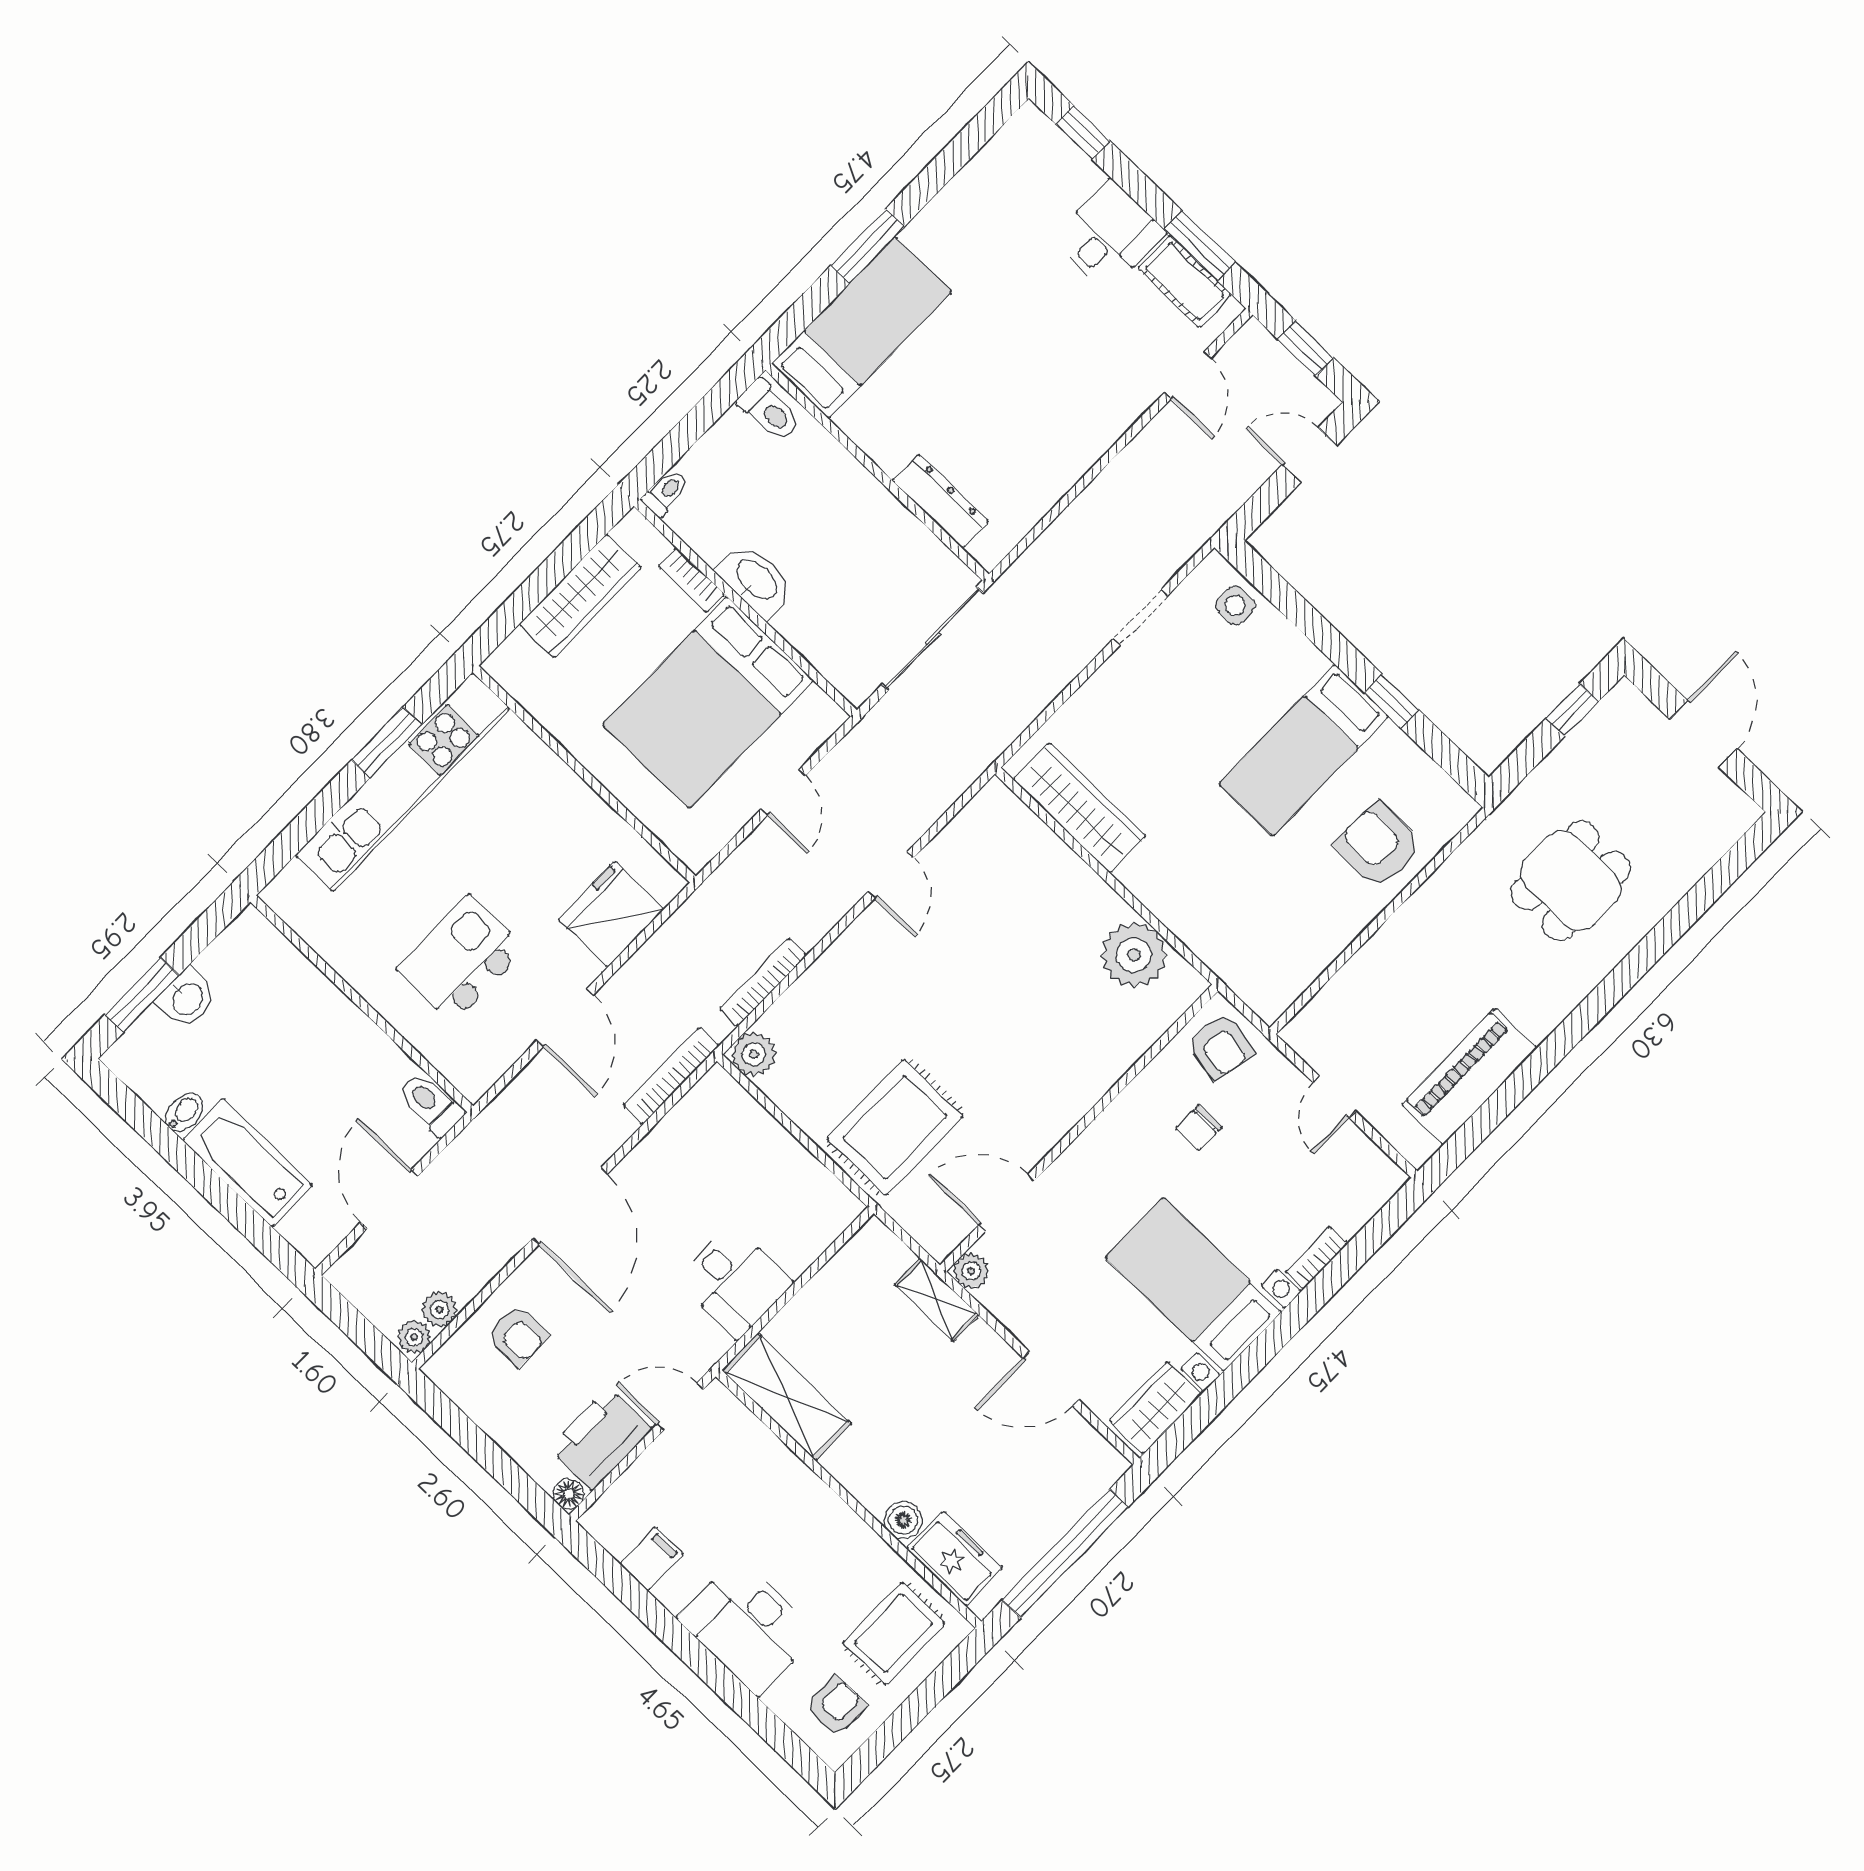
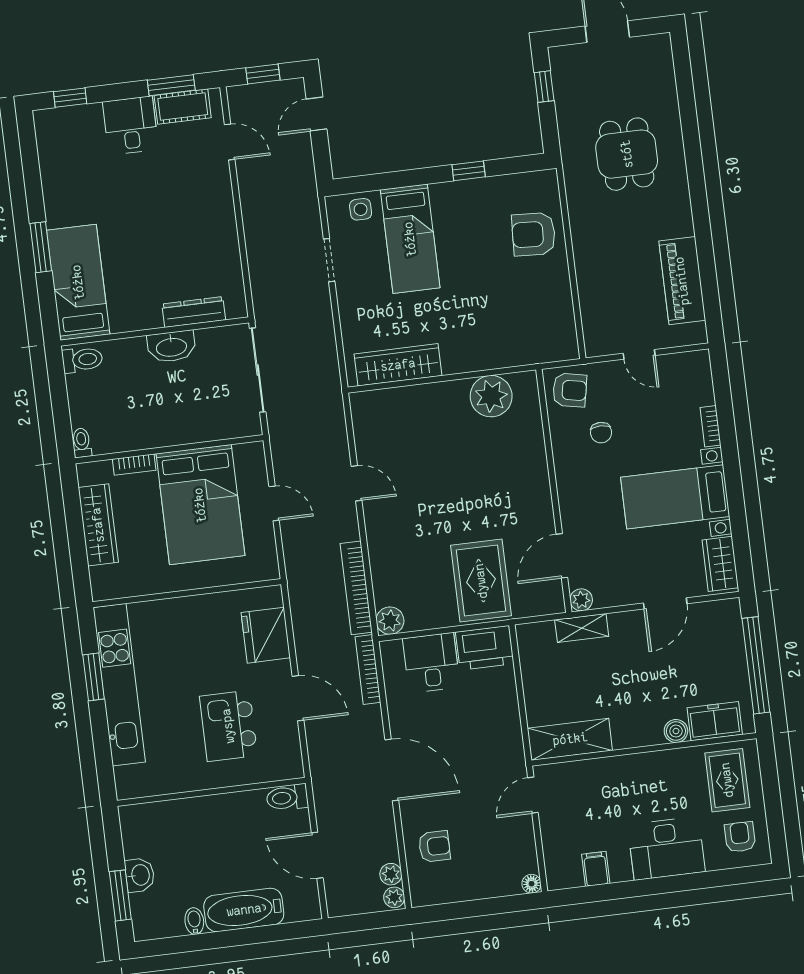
washbasin: (756, 580) -> (171, 347), moved, turned 180
bed: (1304, 750) -> (410, 239), moved
bookcase: (763, 982) -> (356, 588), width x1.48, depth x1.31
desk: (734, 1281) -> (431, 663), moved, turned -90
printer: (600, 1438) -> (485, 648), moved, turned -90

